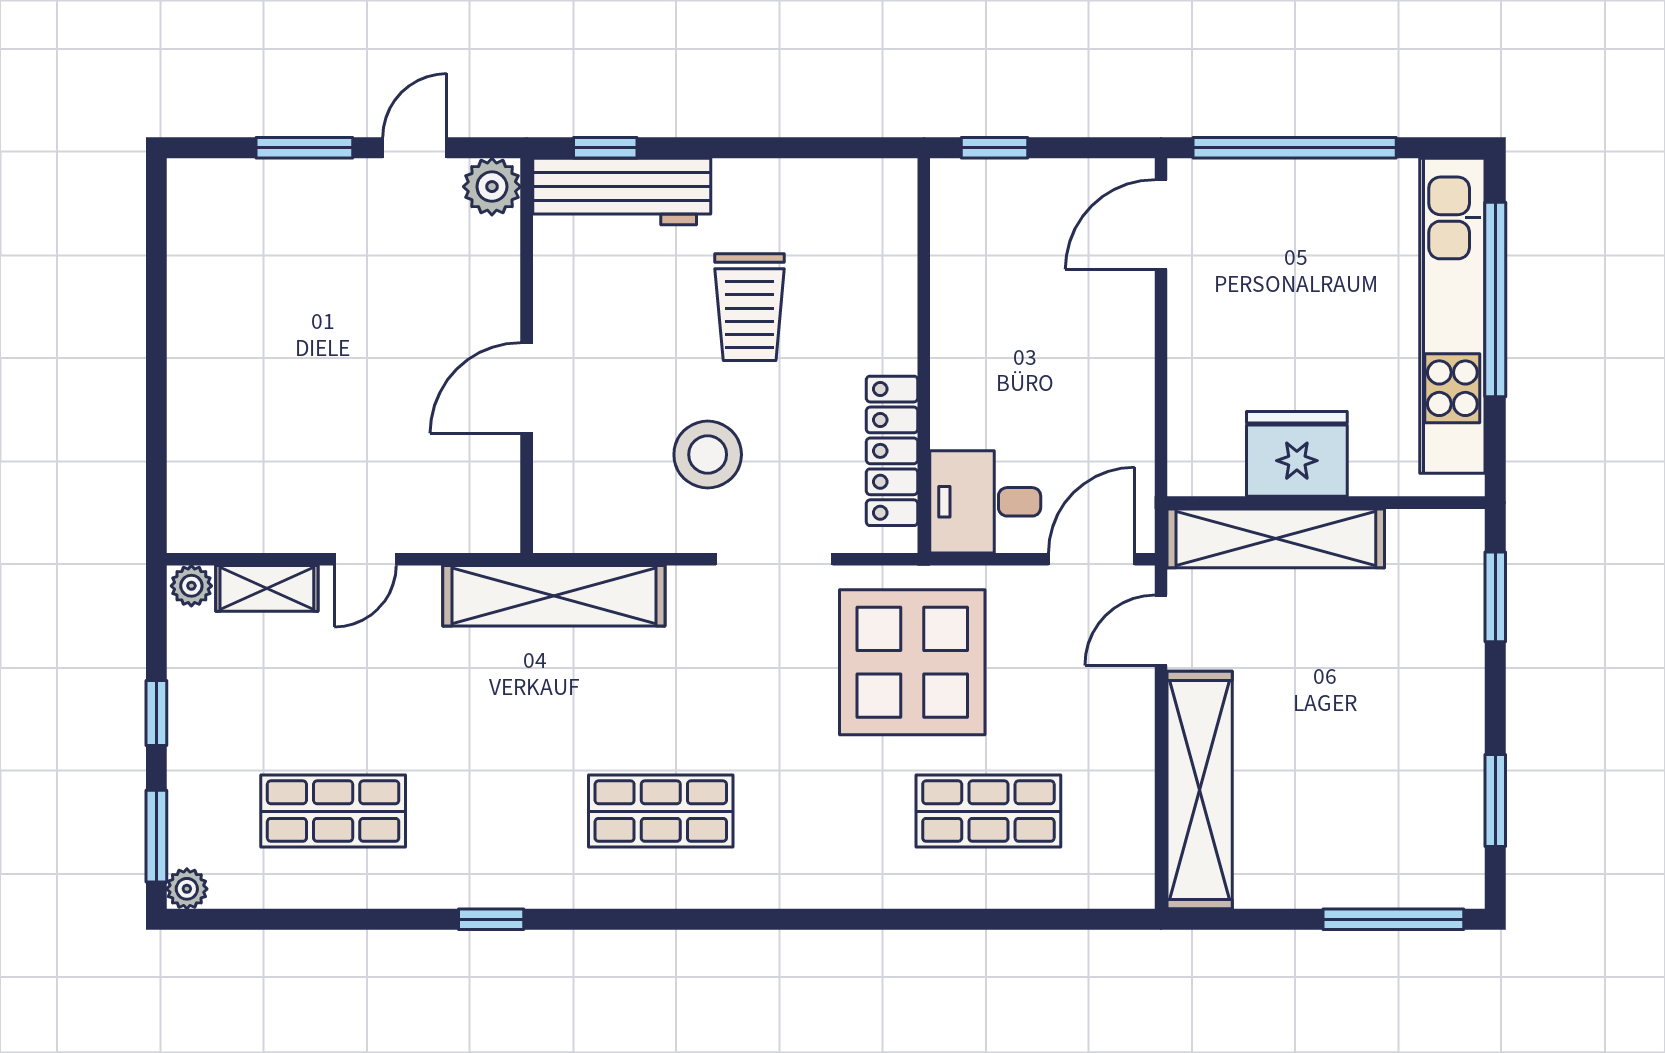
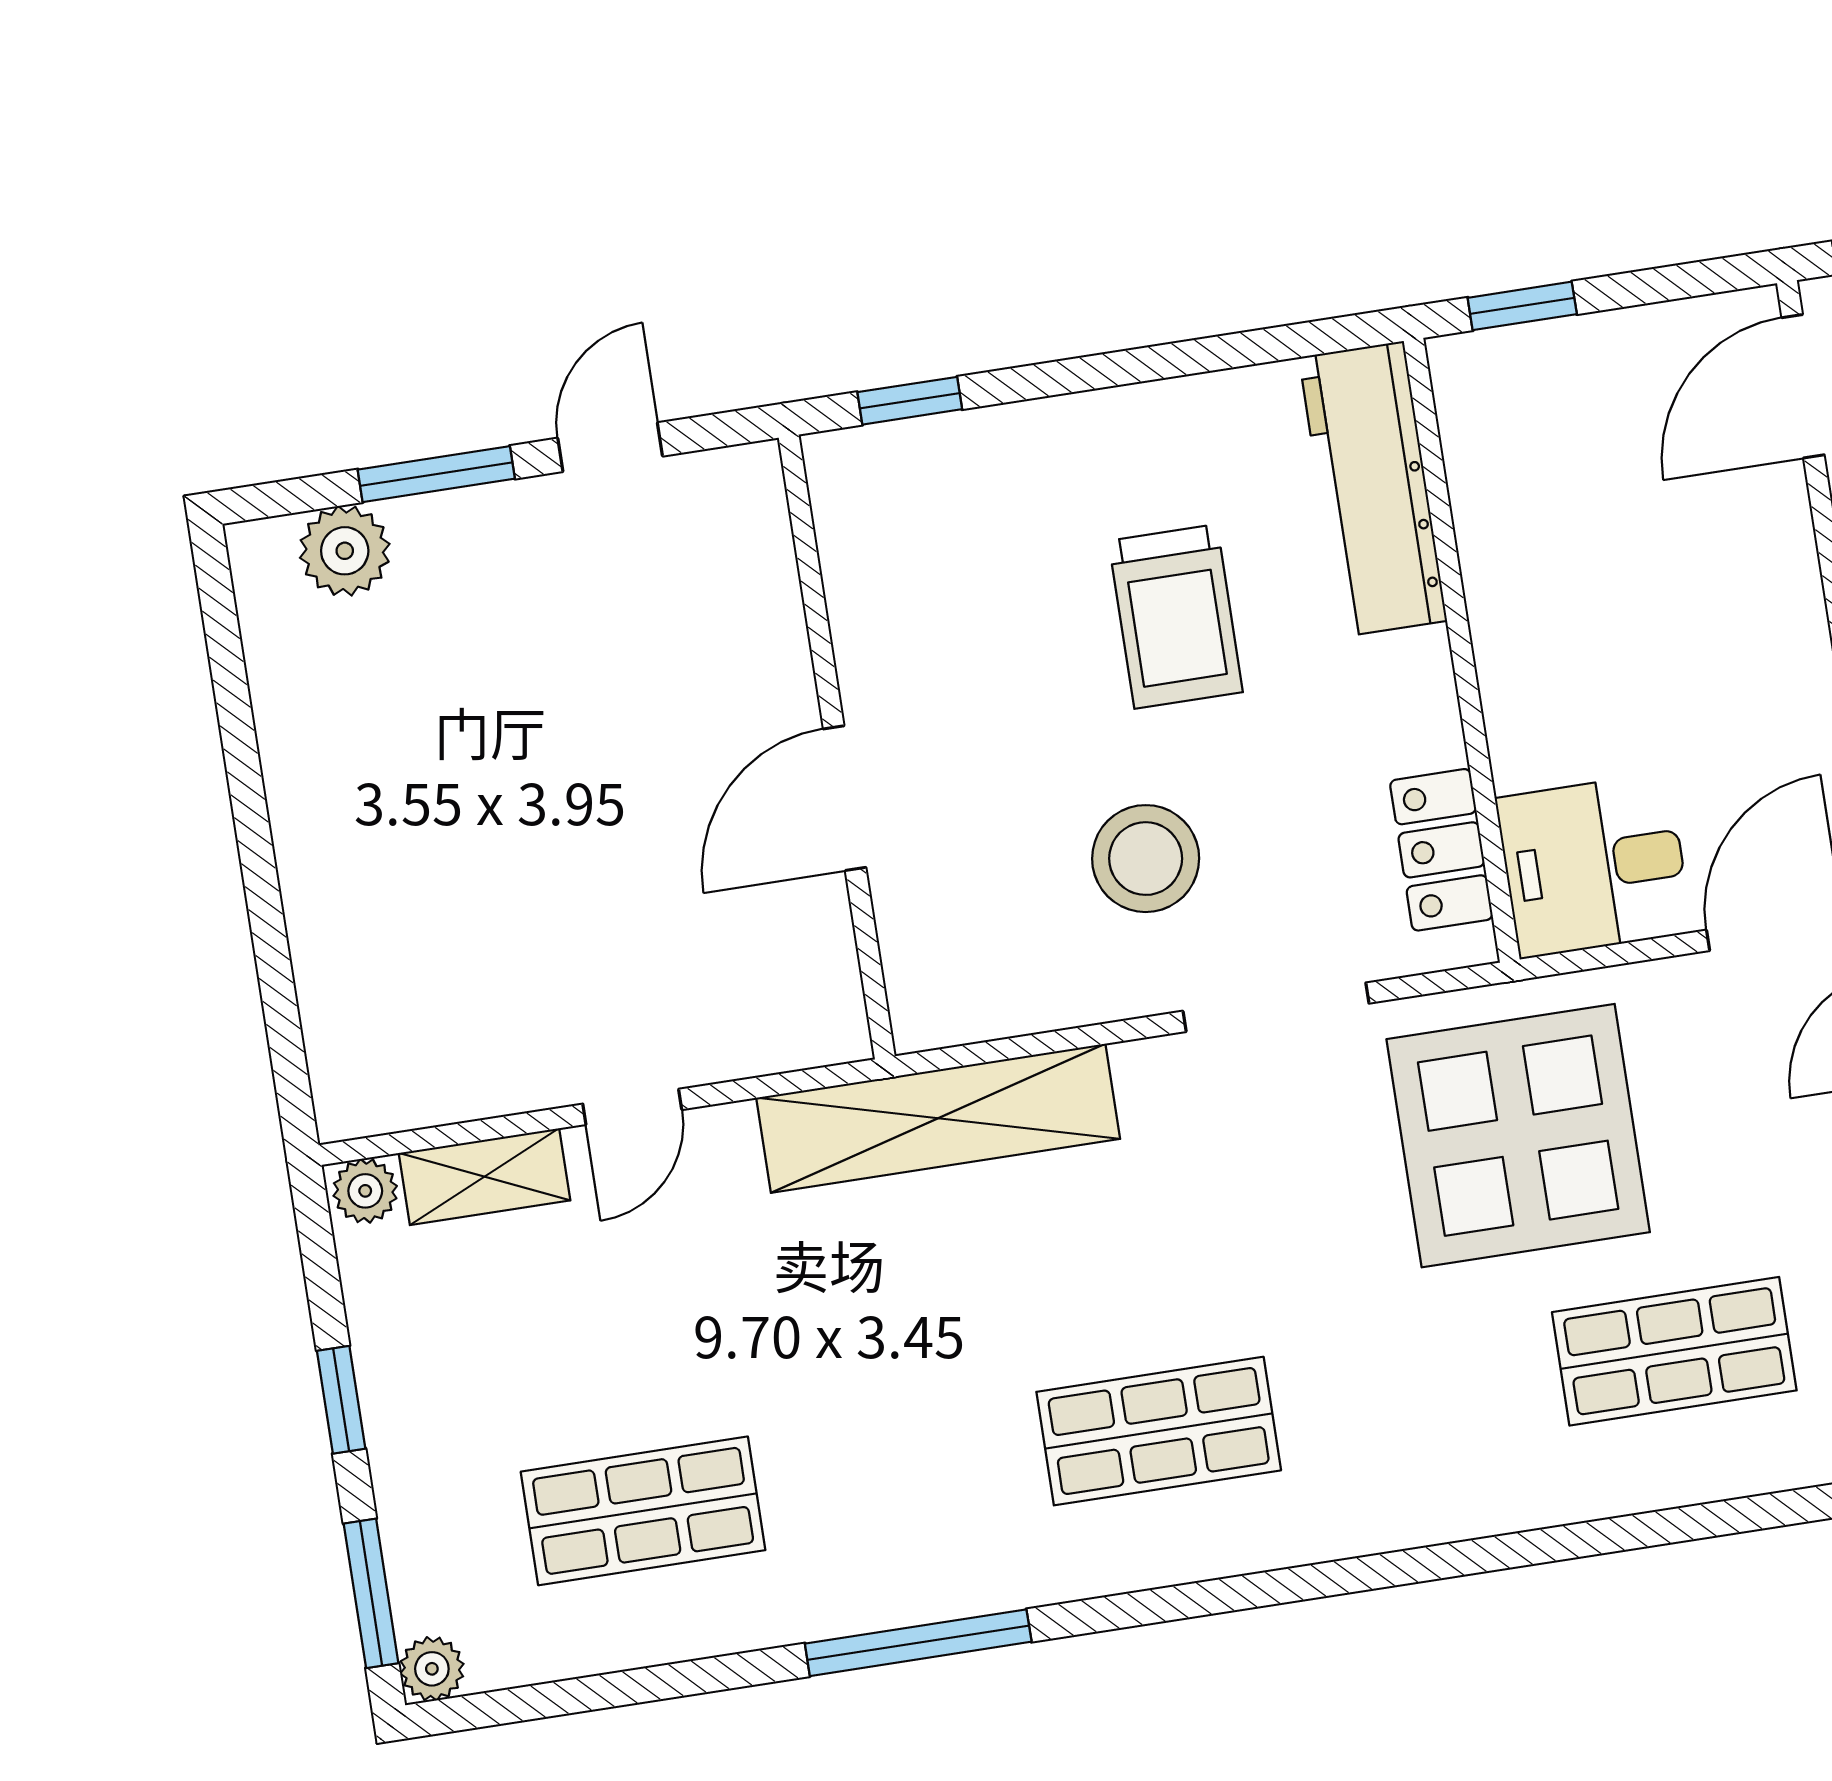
plant: (492, 187) -> (345, 551), moved
workbench: (622, 191) -> (1373, 489), moved, turned 90
locker: (892, 451) -> (1441, 850), width x0.66
window: (491, 919) -> (918, 1643), width x2.17

